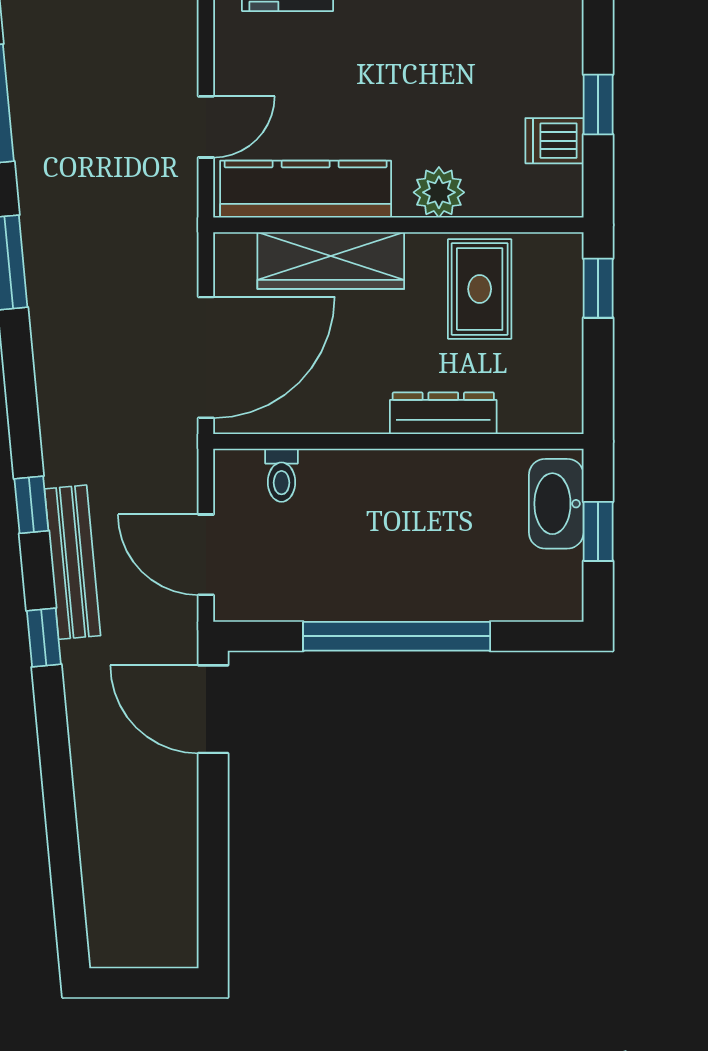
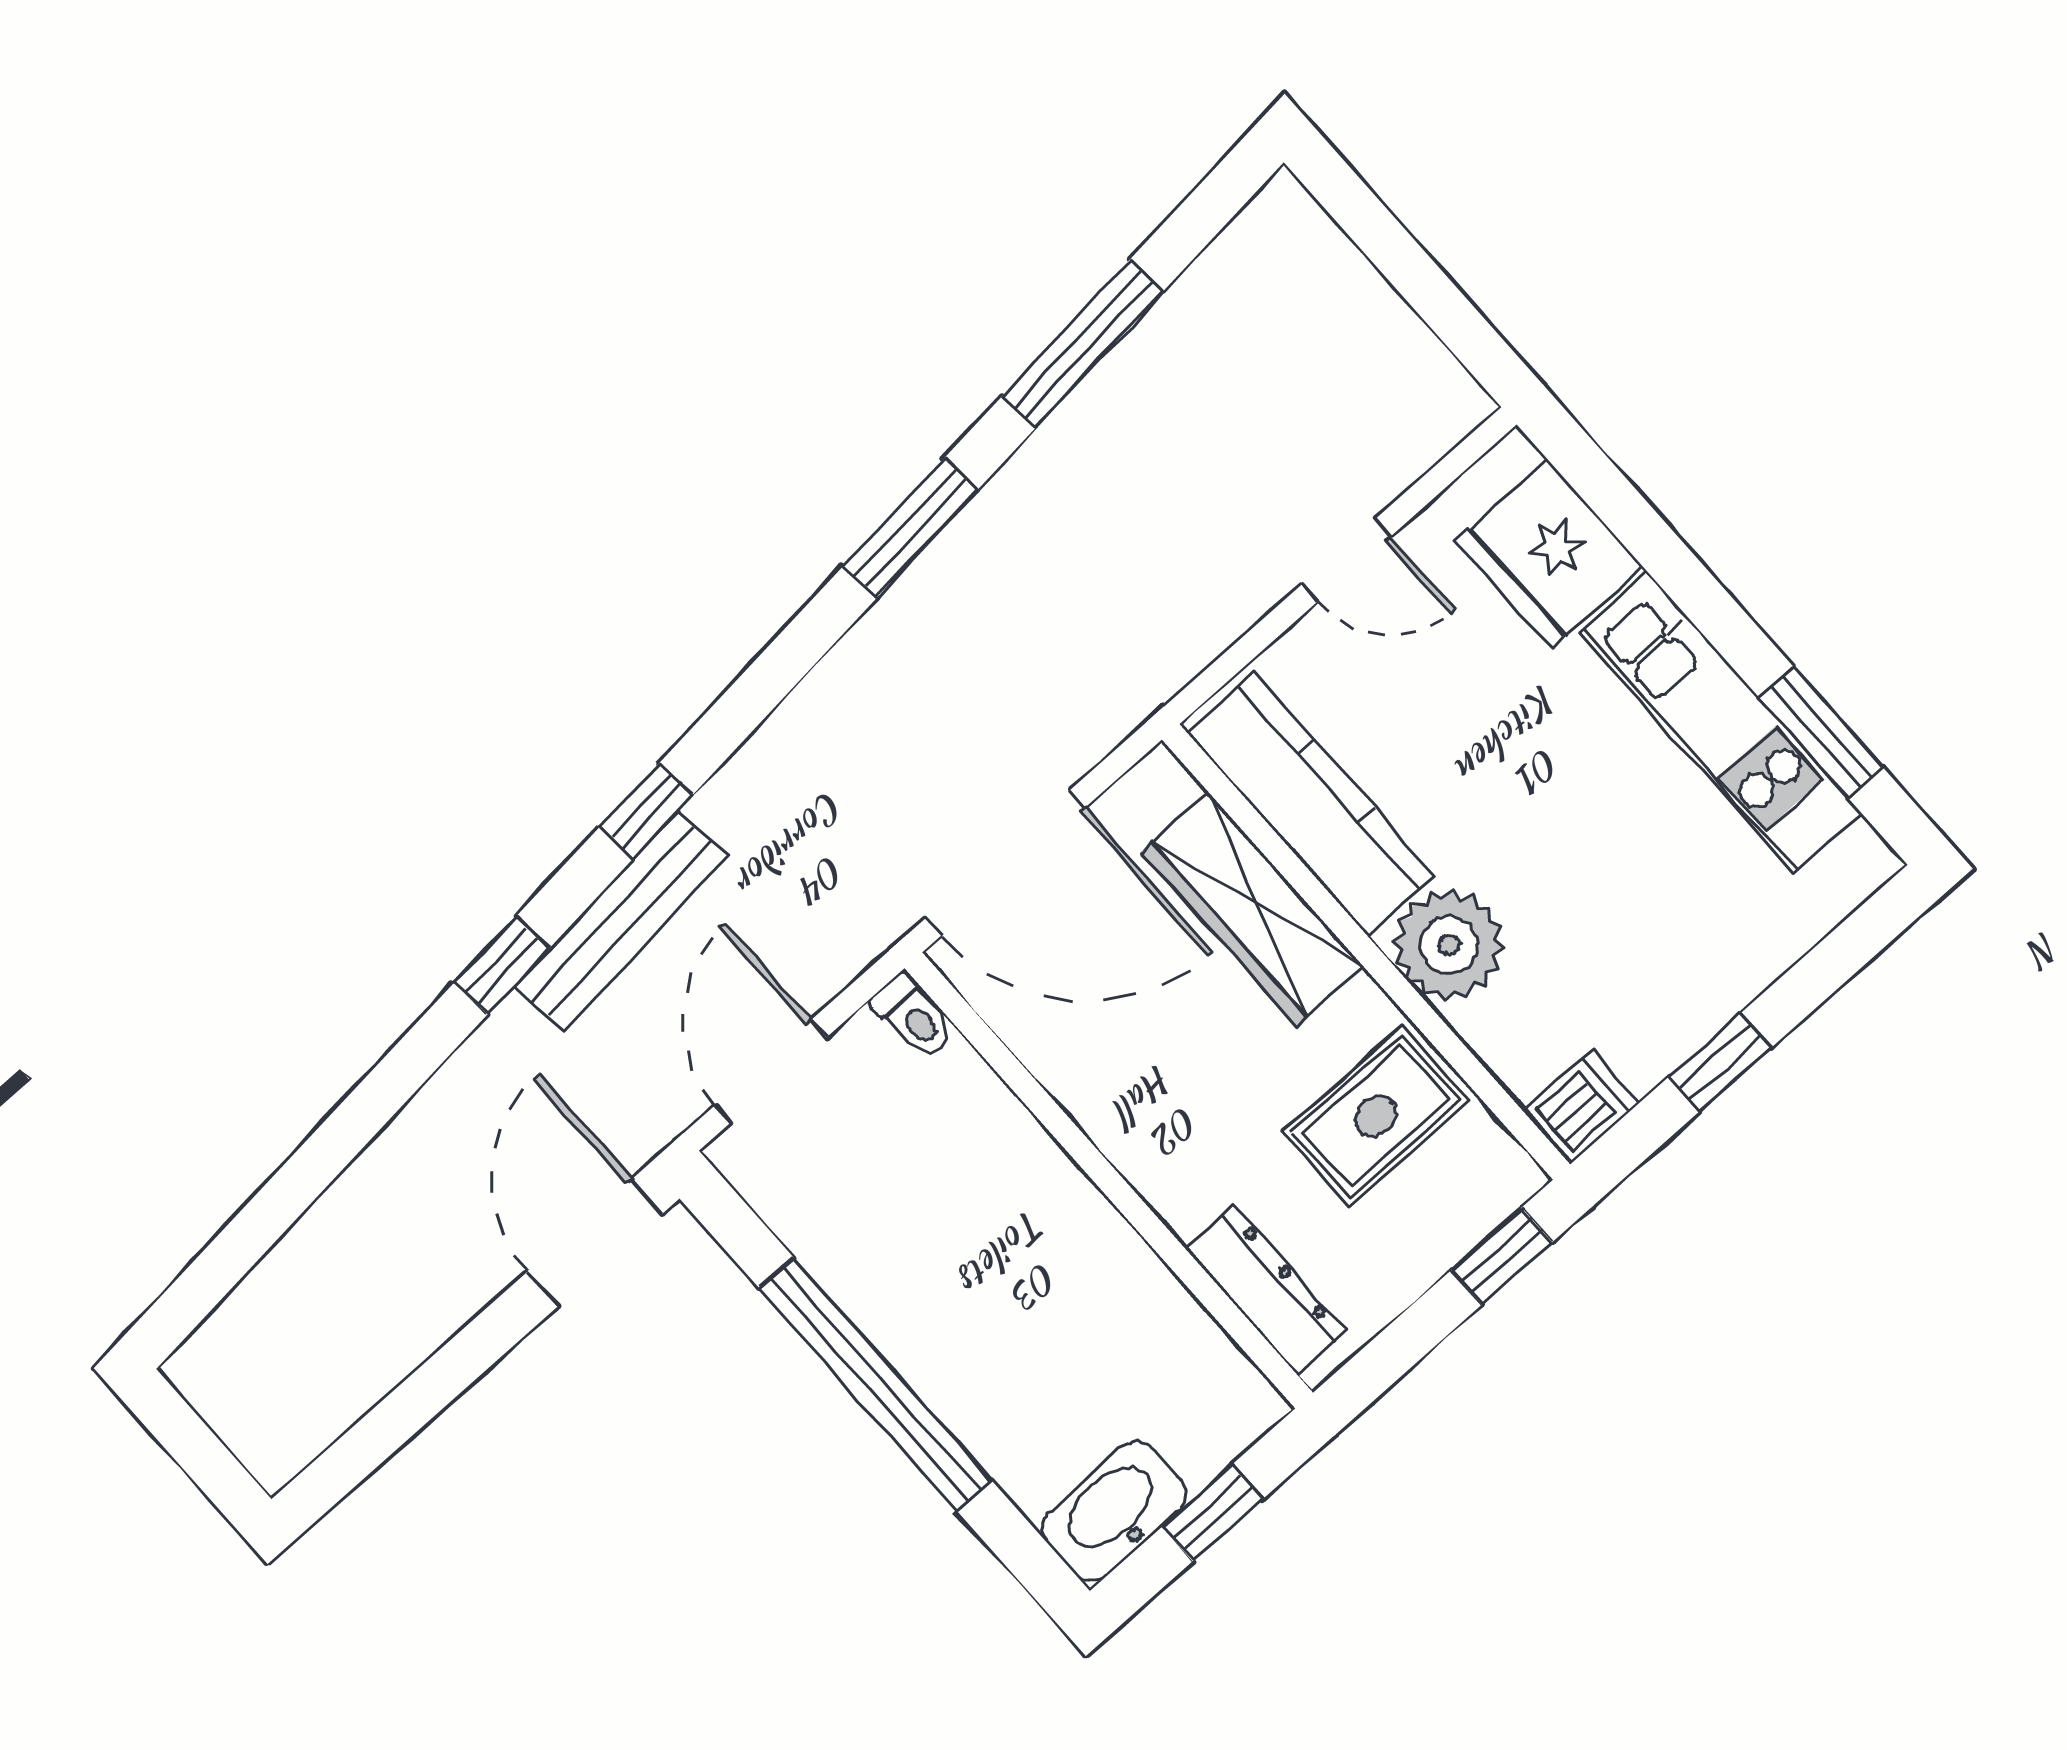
door: (206, 127) -> (1347, 560), moved
dishwasher: (554, 141) -> (1581, 1107), moved, turned 90
plant: (439, 192) -> (1449, 945), width x1.36, depth x1.36
dresser: (443, 413) -> (1266, 1290), moved
toilet: (281, 475) -> (913, 1017), moved, turned -90
washbasin: (556, 504) -> (1114, 1511), moved

